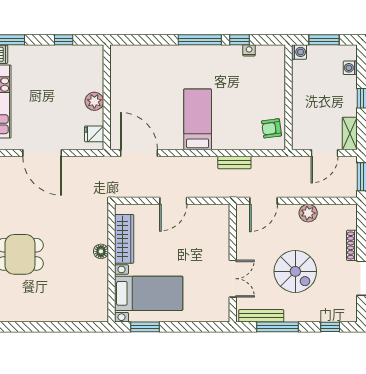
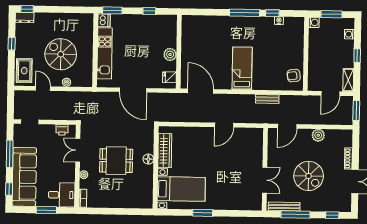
wardrobe: (124, 239) -> (165, 151), moved
floor lamp: (101, 251) -> (148, 159), moved
wall: (112, 263) -> (156, 167), moved
bed with nightstands: (149, 293) -> (181, 189), moved

